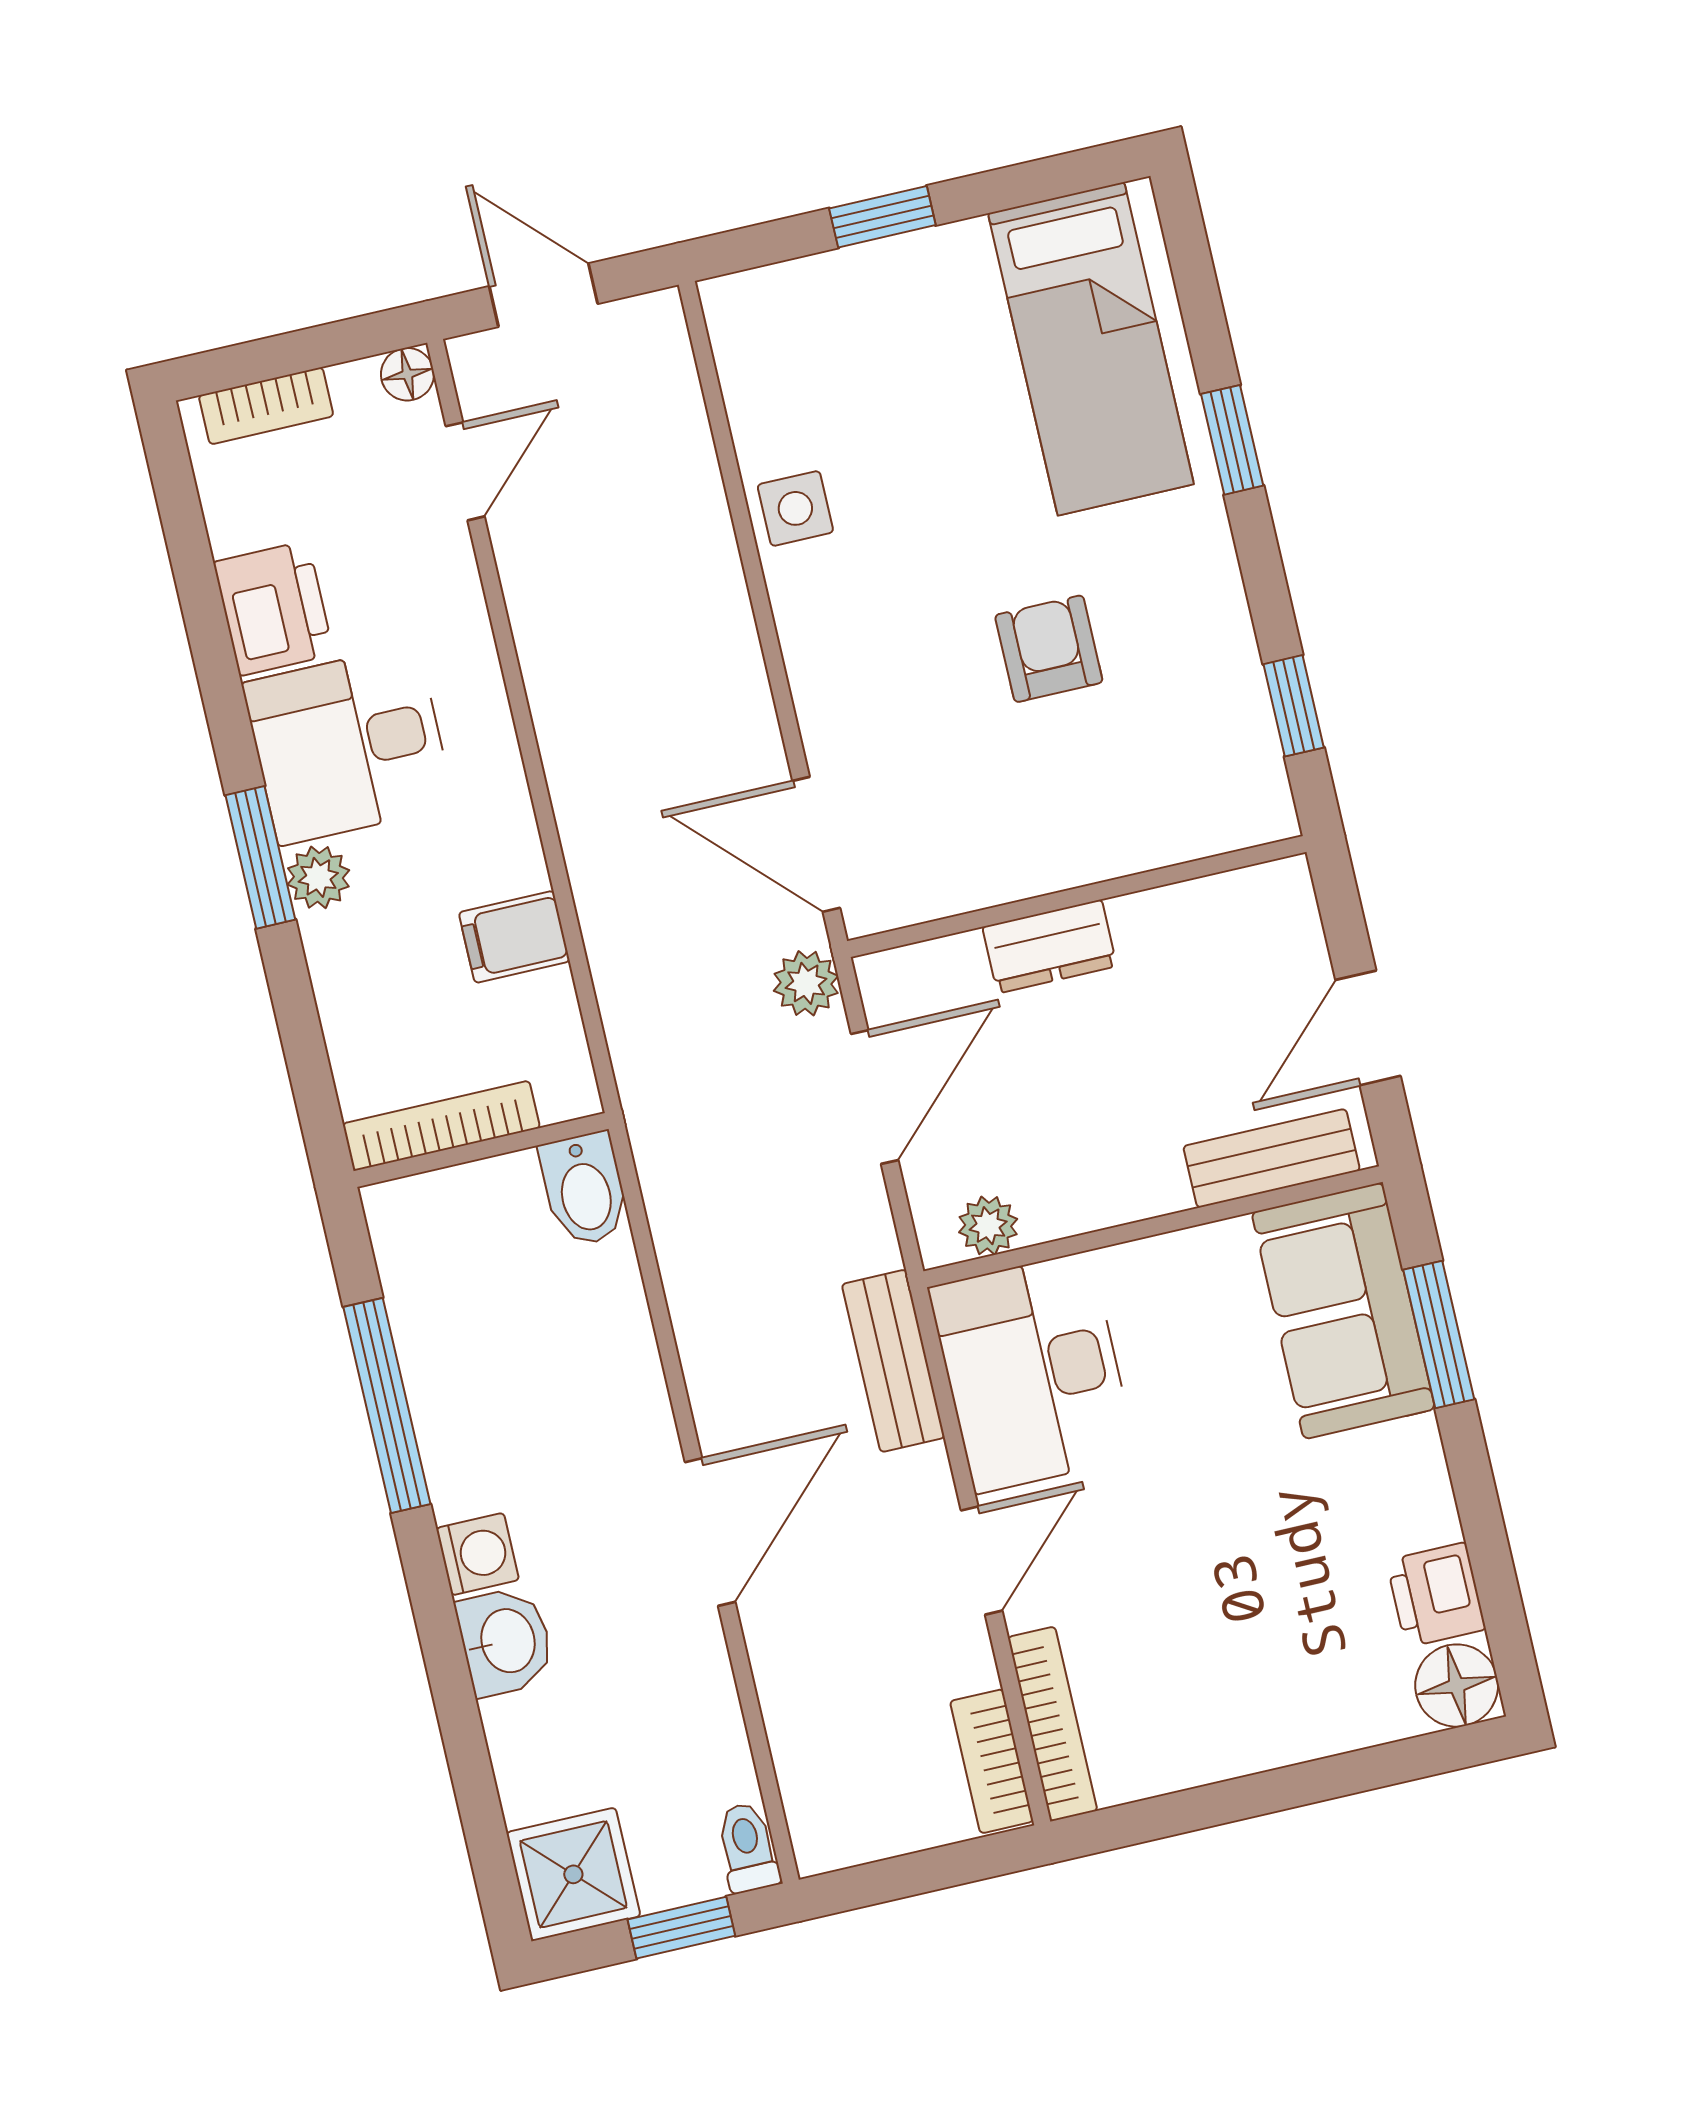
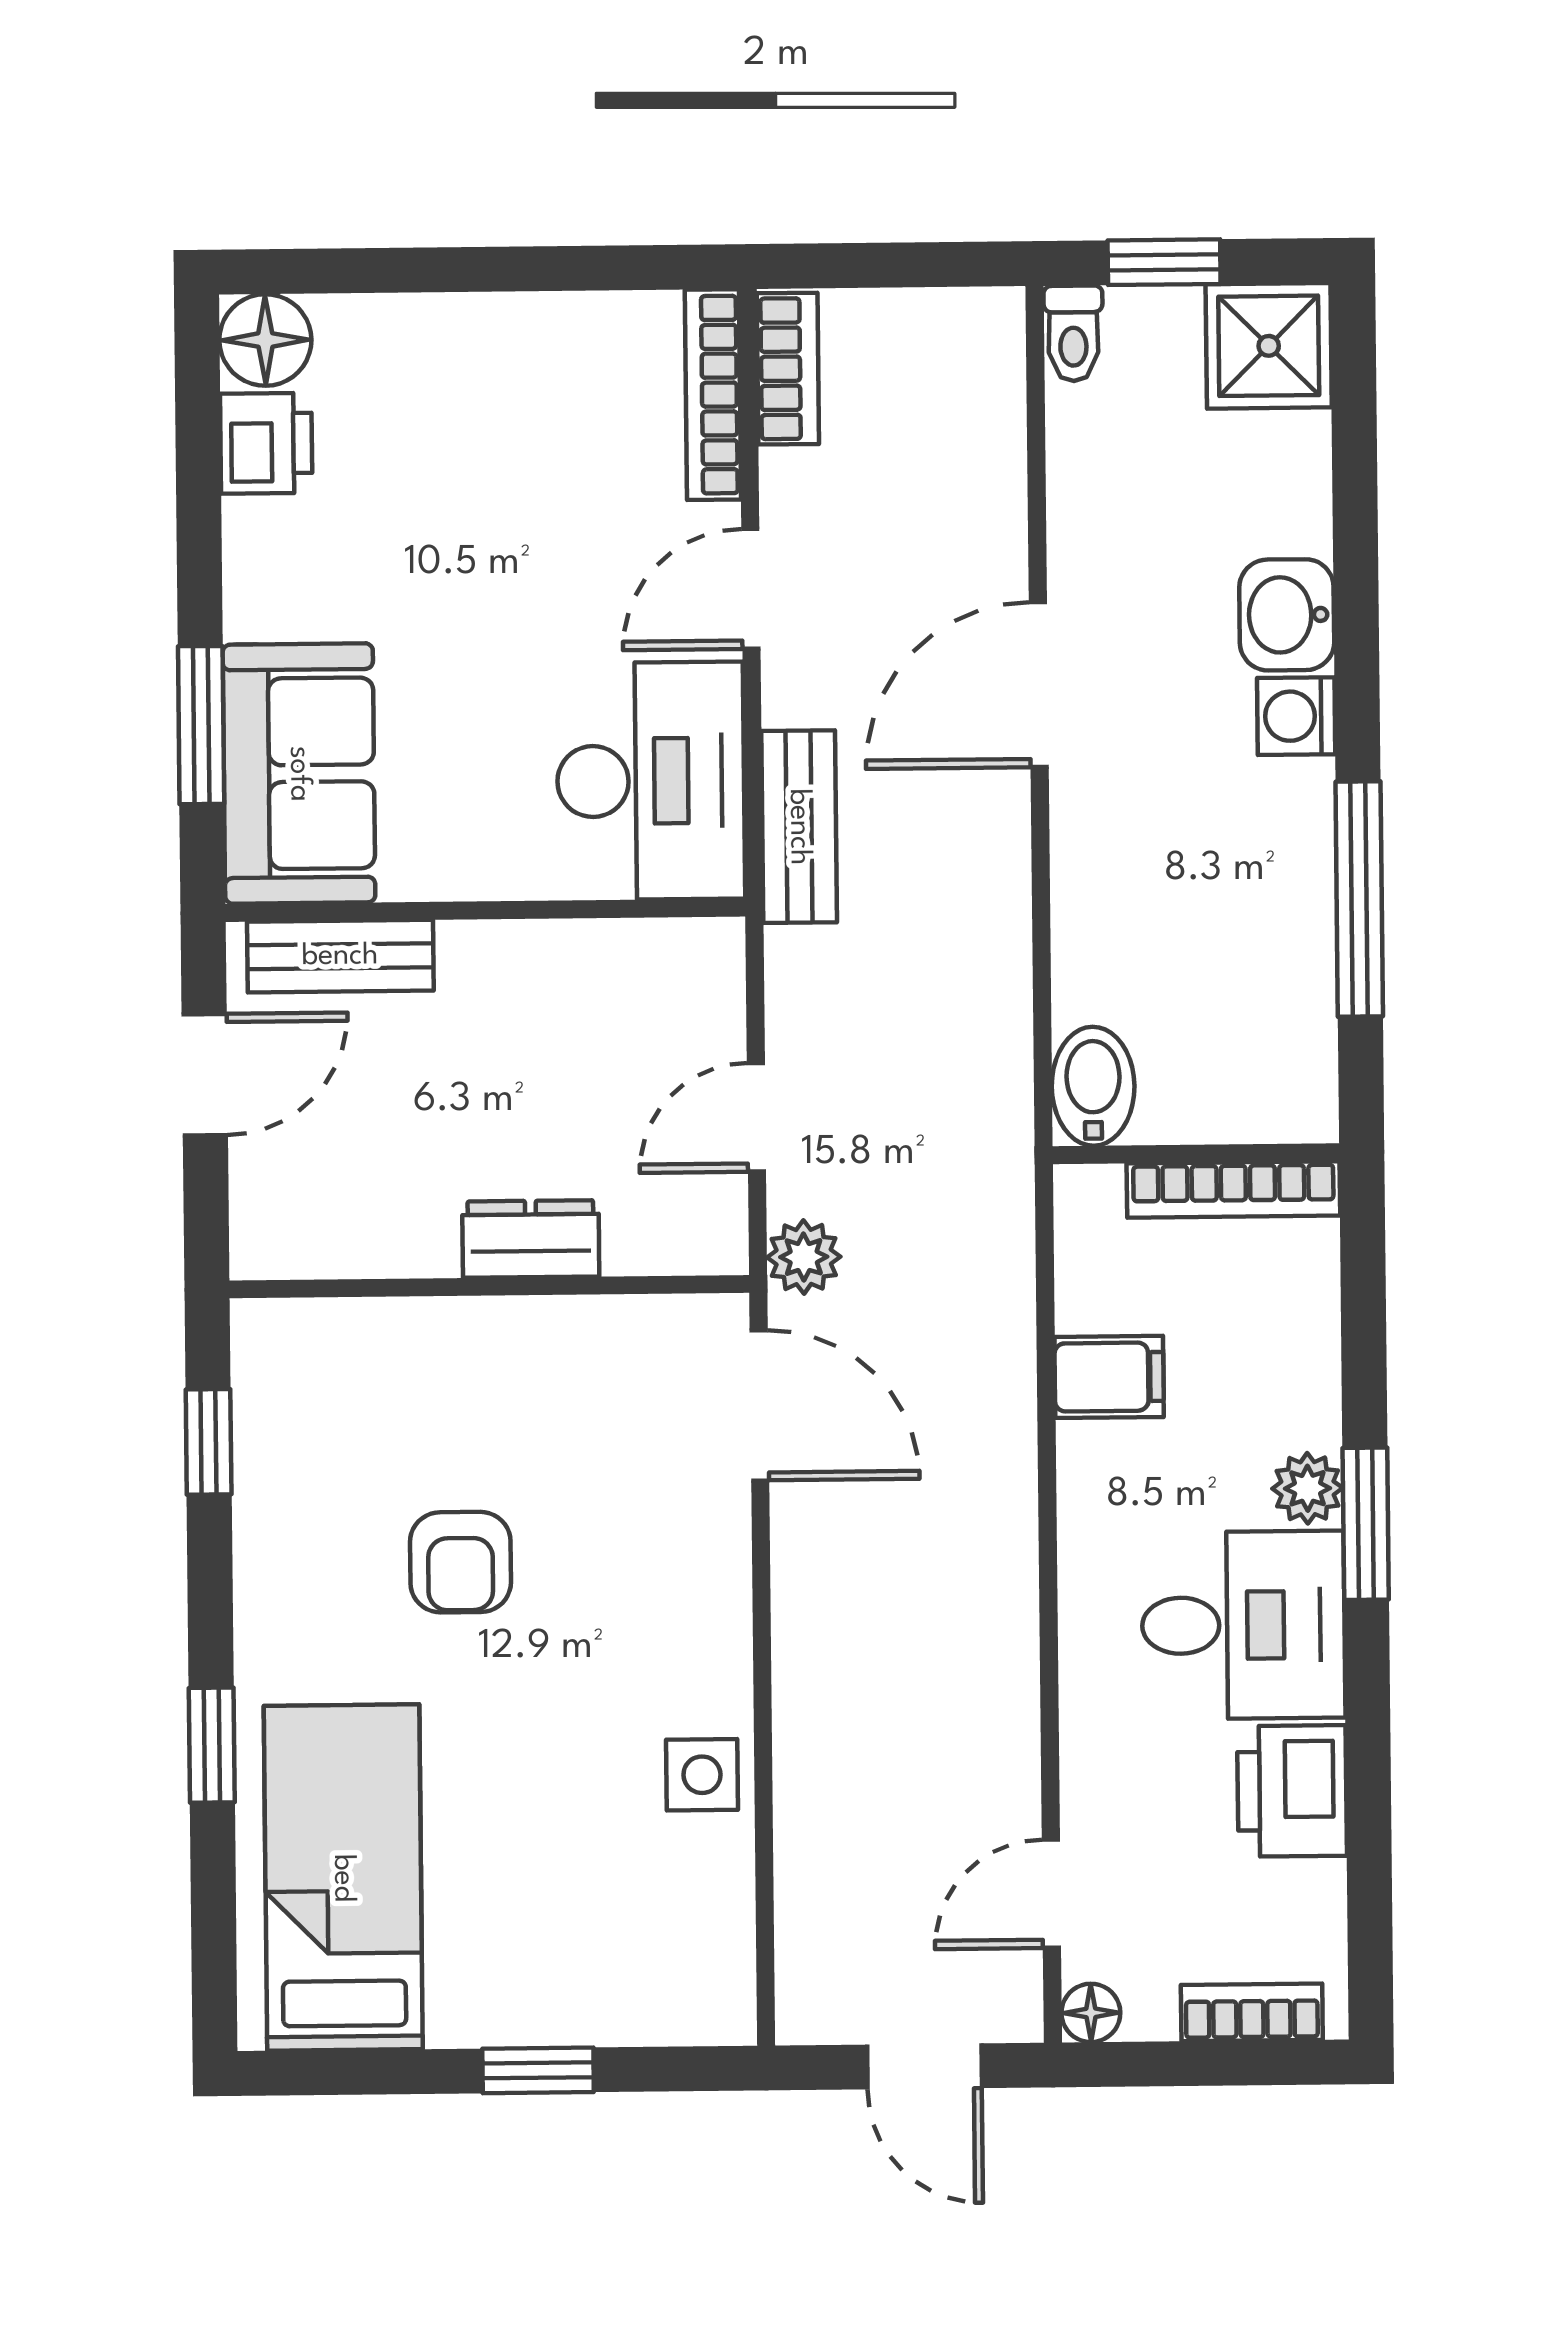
door: (875, 1097) -> (756, 1117), width x0.73
plant: (988, 1226) -> (664, 951), removed

